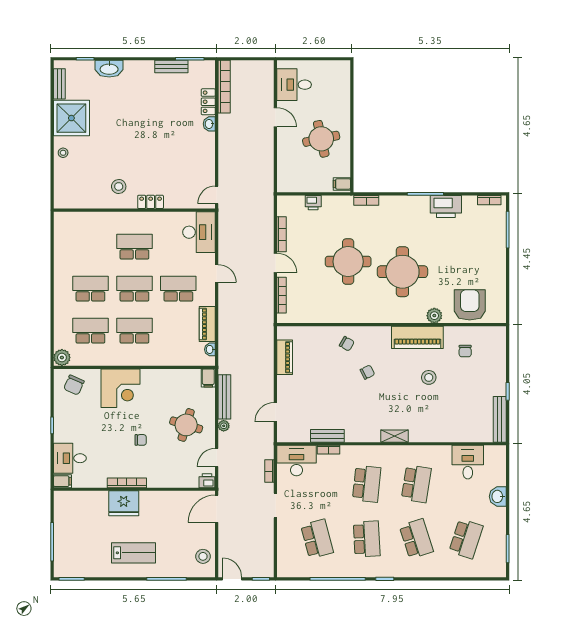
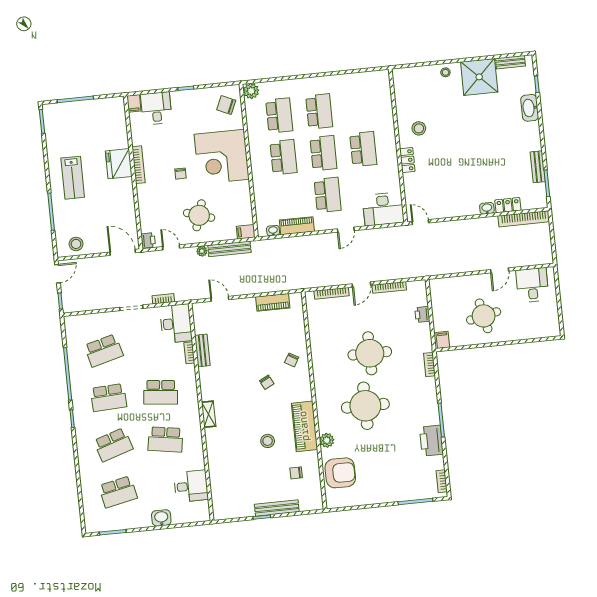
corner desk: (120, 388) -> (222, 157), width x1.36, depth x1.36
bench: (500, 419) -> (277, 508), moved
school desk: (466, 539) -> (118, 492), turned -30

